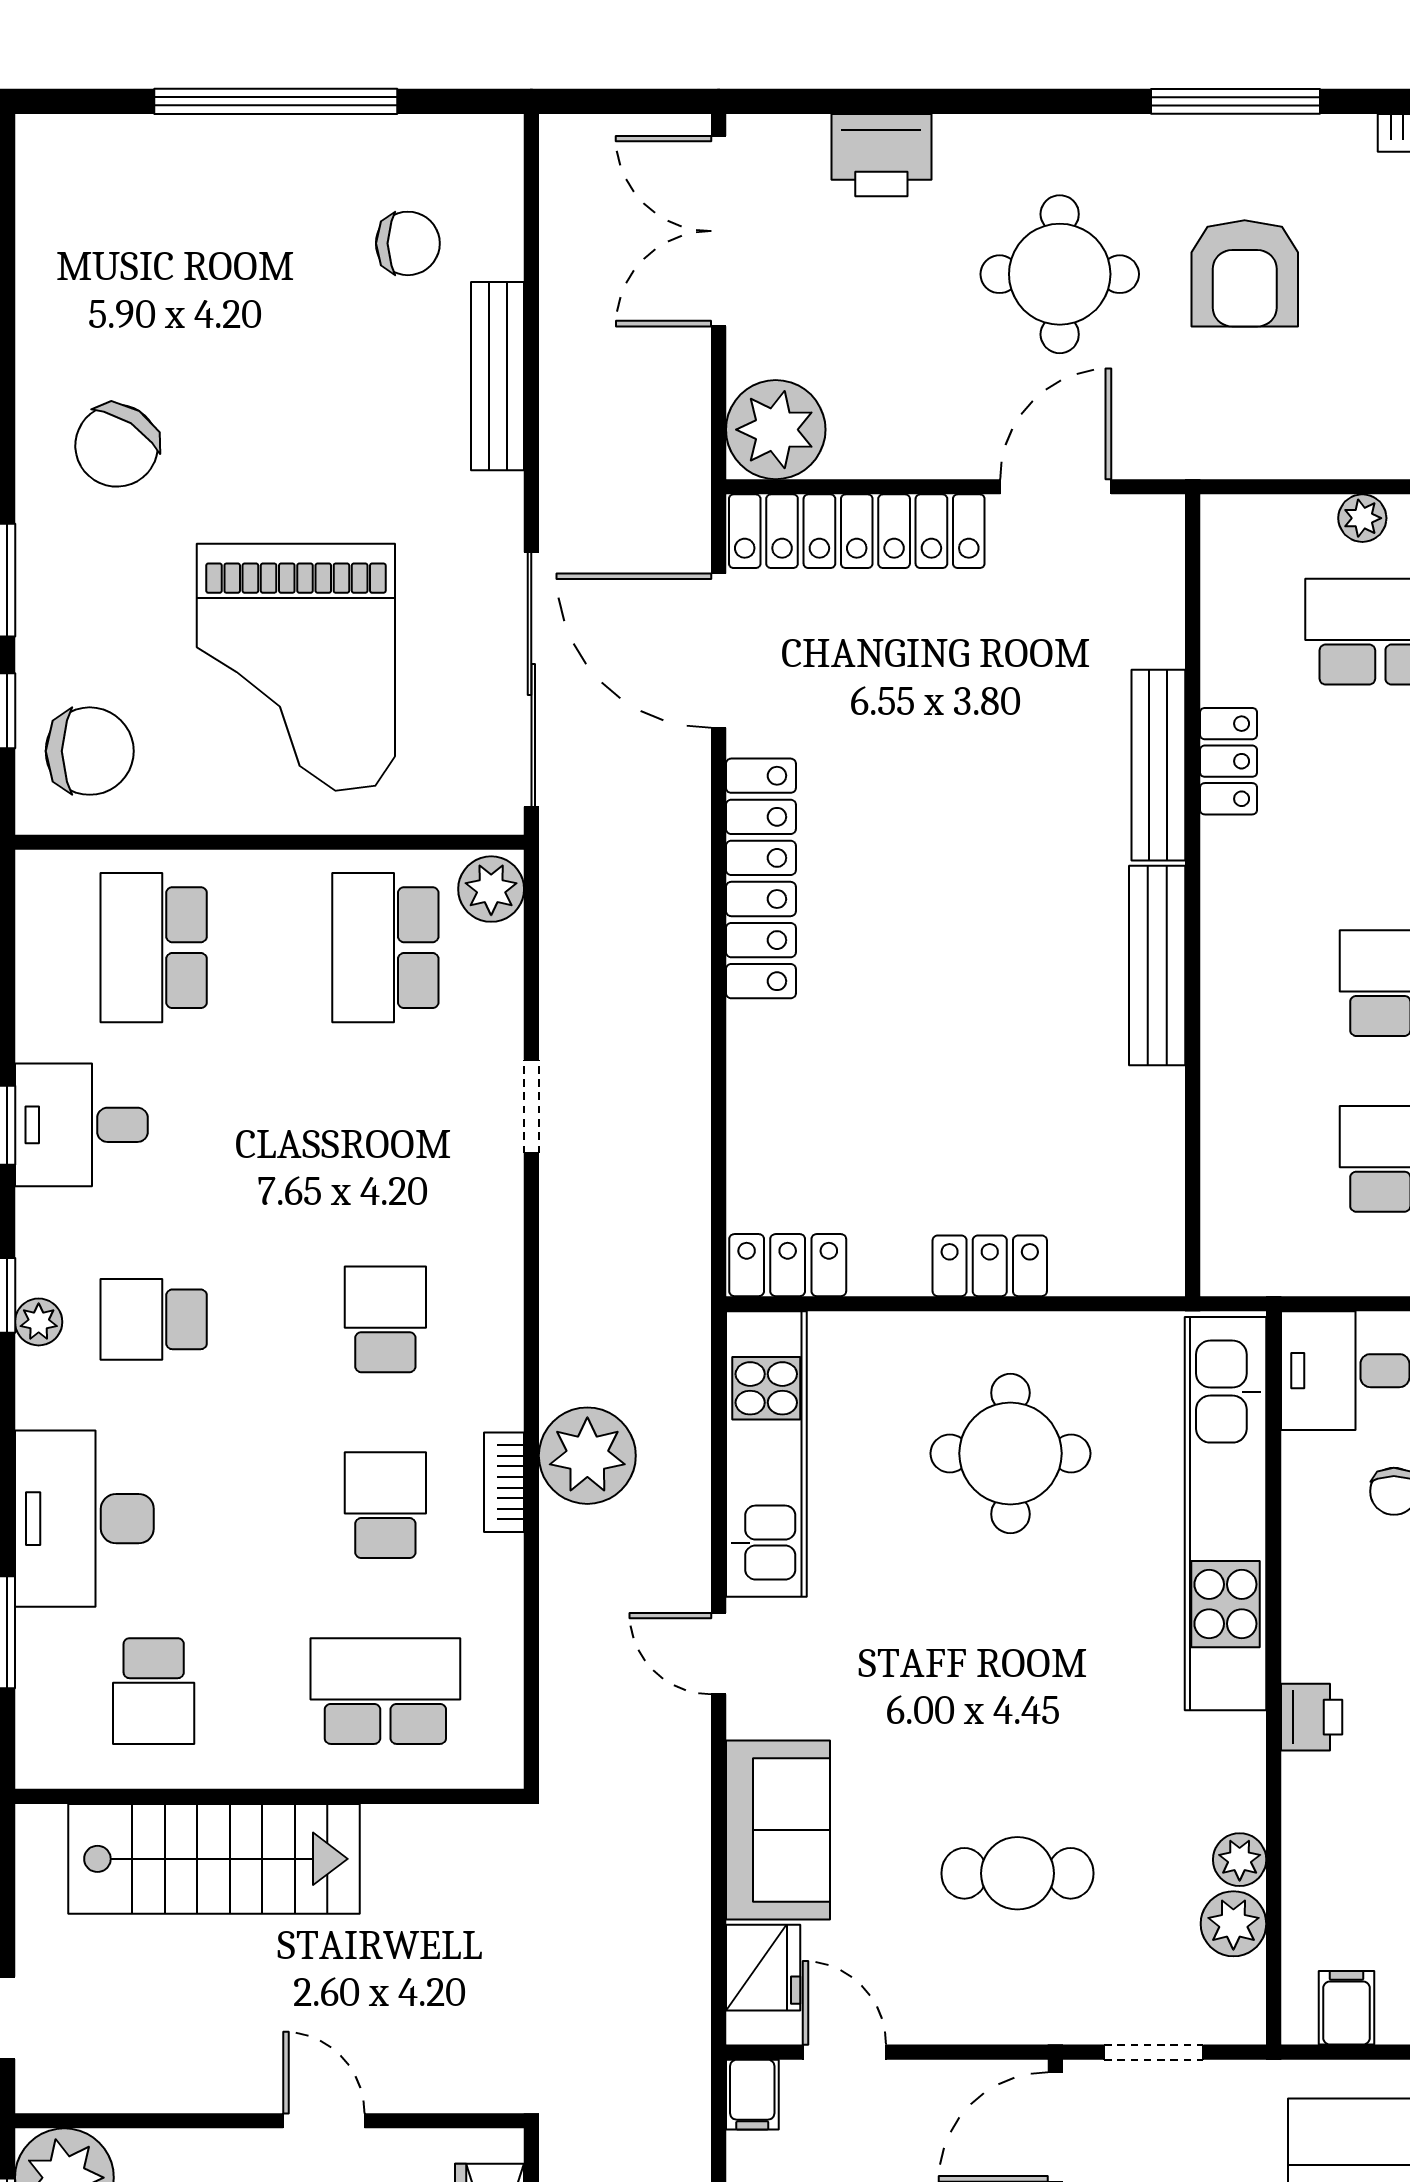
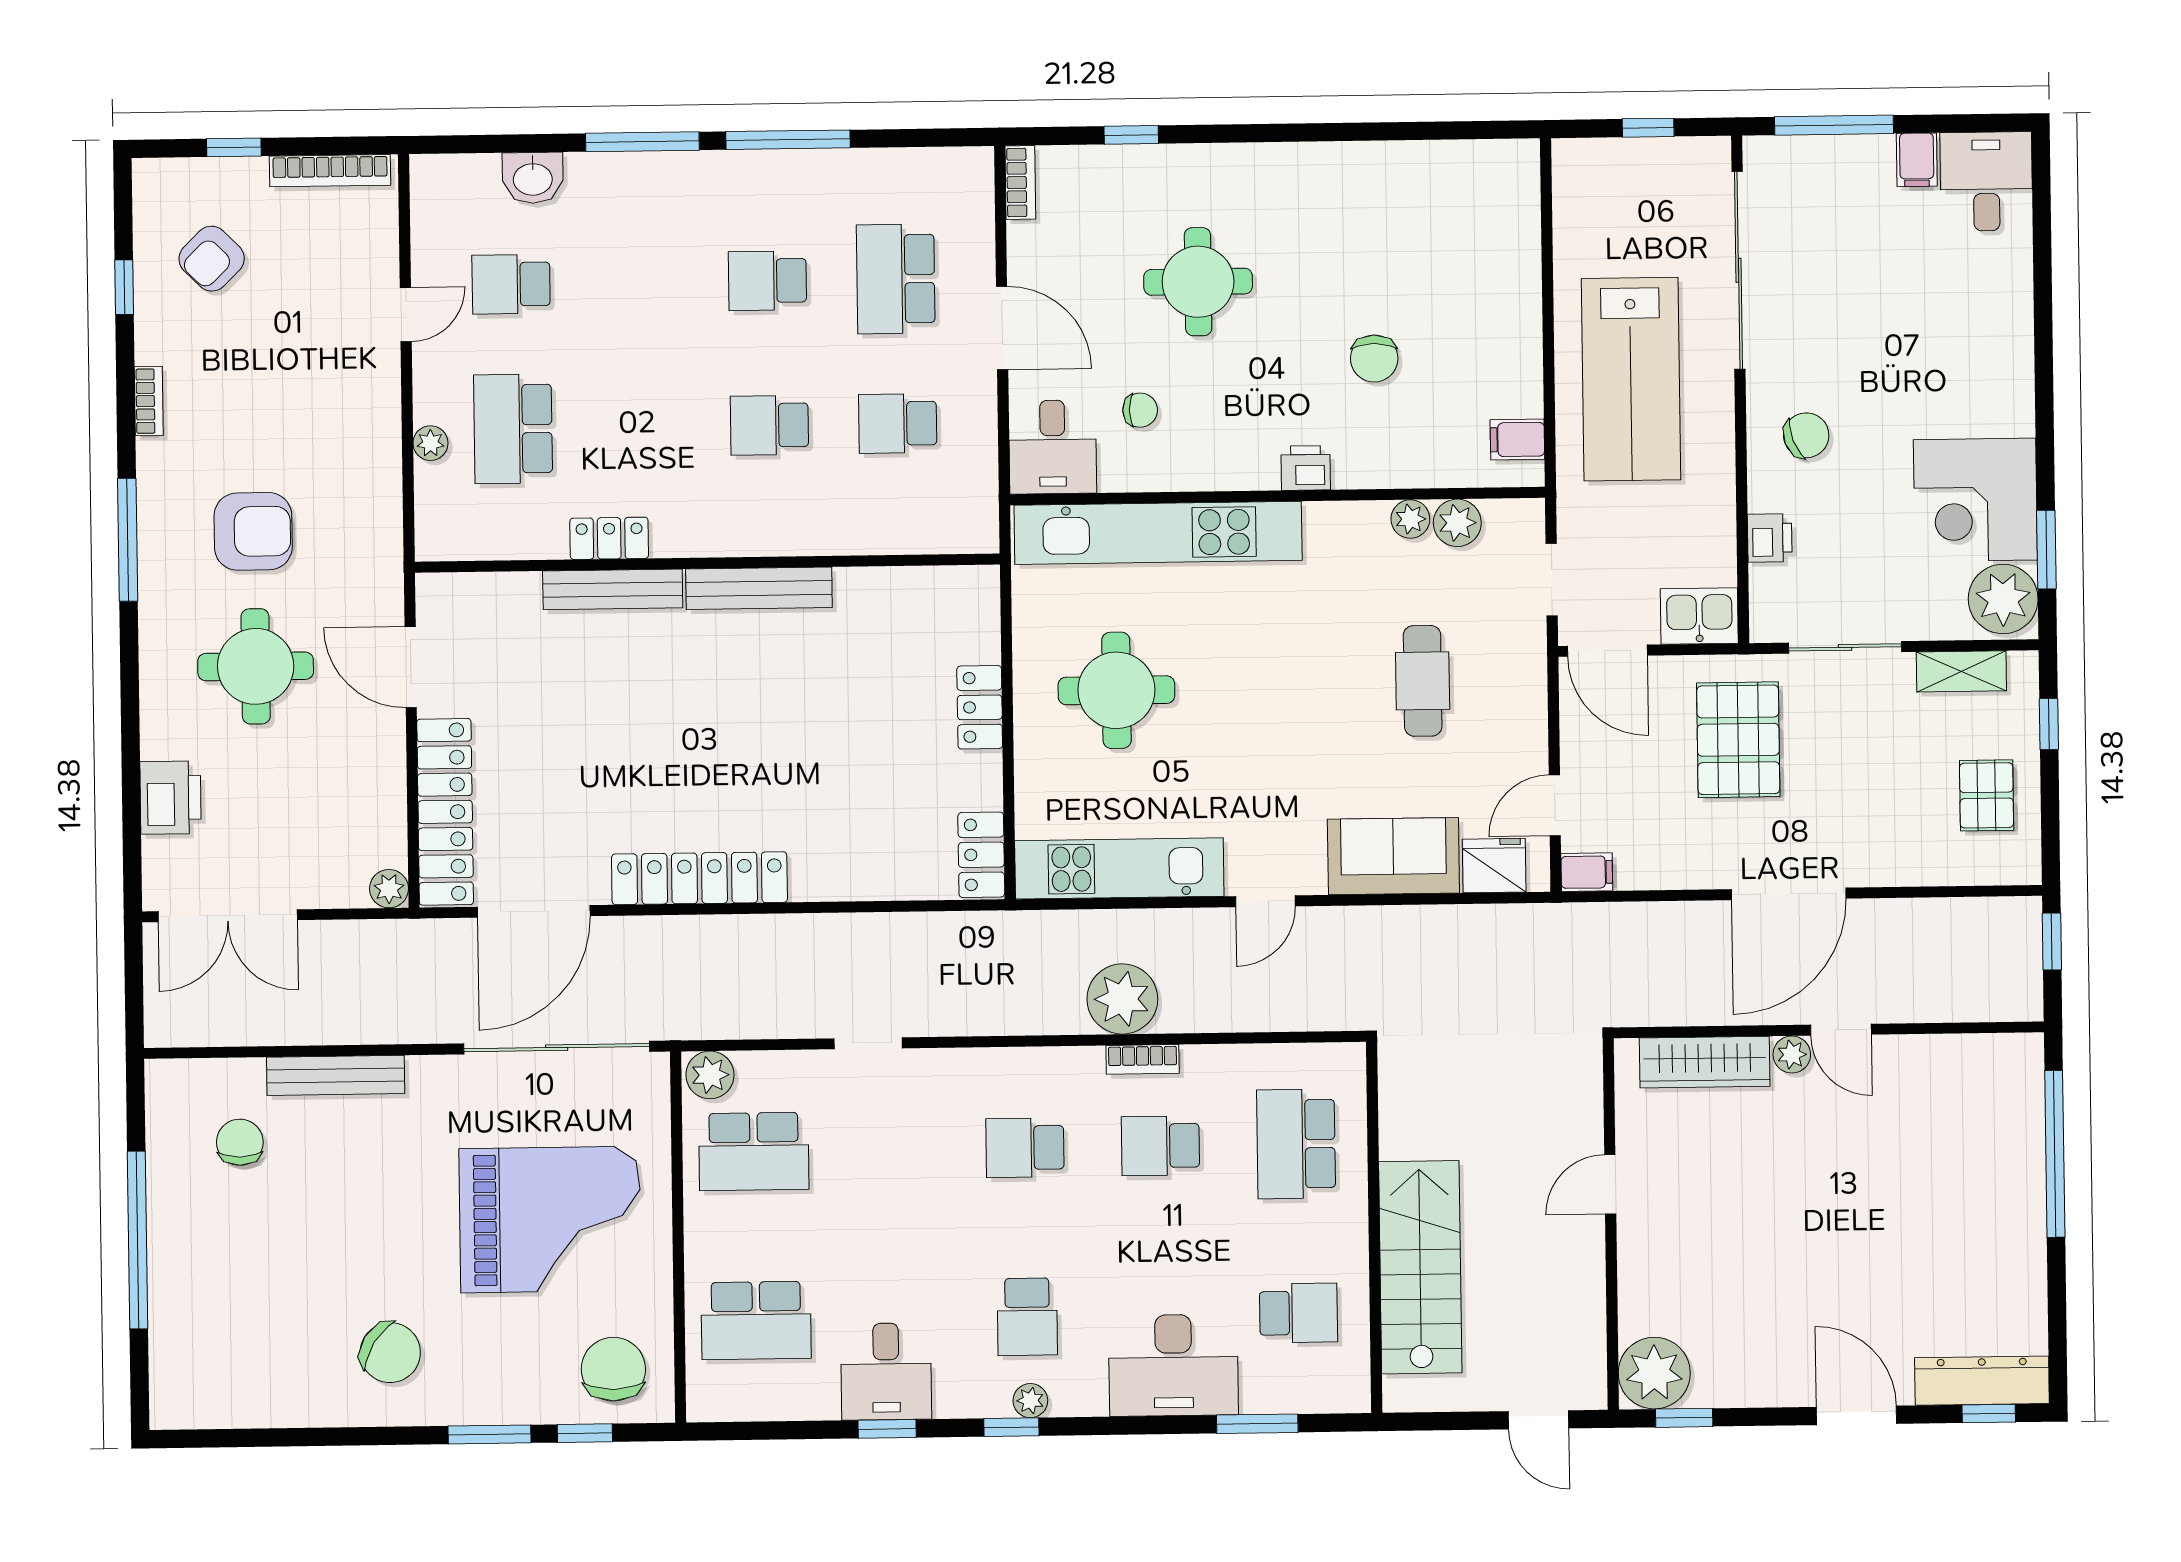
plant: (776, 430) -> (389, 889), width x0.53, depth x0.53

